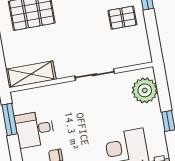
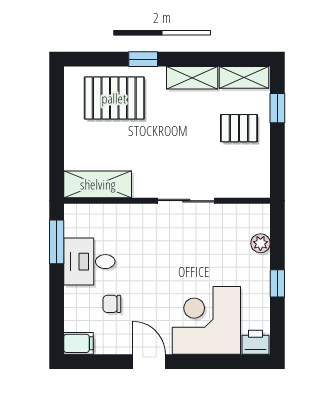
plant: (145, 90) -> (260, 243), width x0.53, depth x0.53

